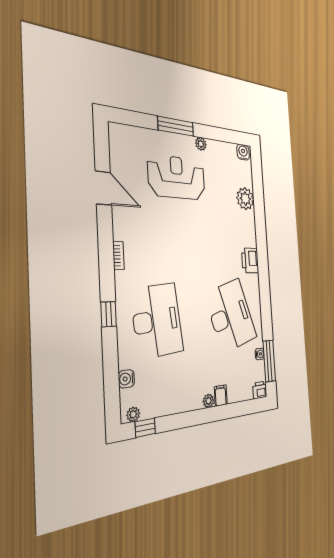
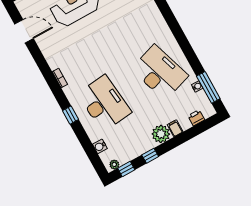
door: (103, 188) -> (24, 31), moved
printer: (250, 261) -> (159, 25), removed
printer: (260, 390) -> (196, 118), moved
plant: (208, 401) -> (161, 134), width x1.87, depth x1.87
window: (181, 421) -> (150, 156), added

